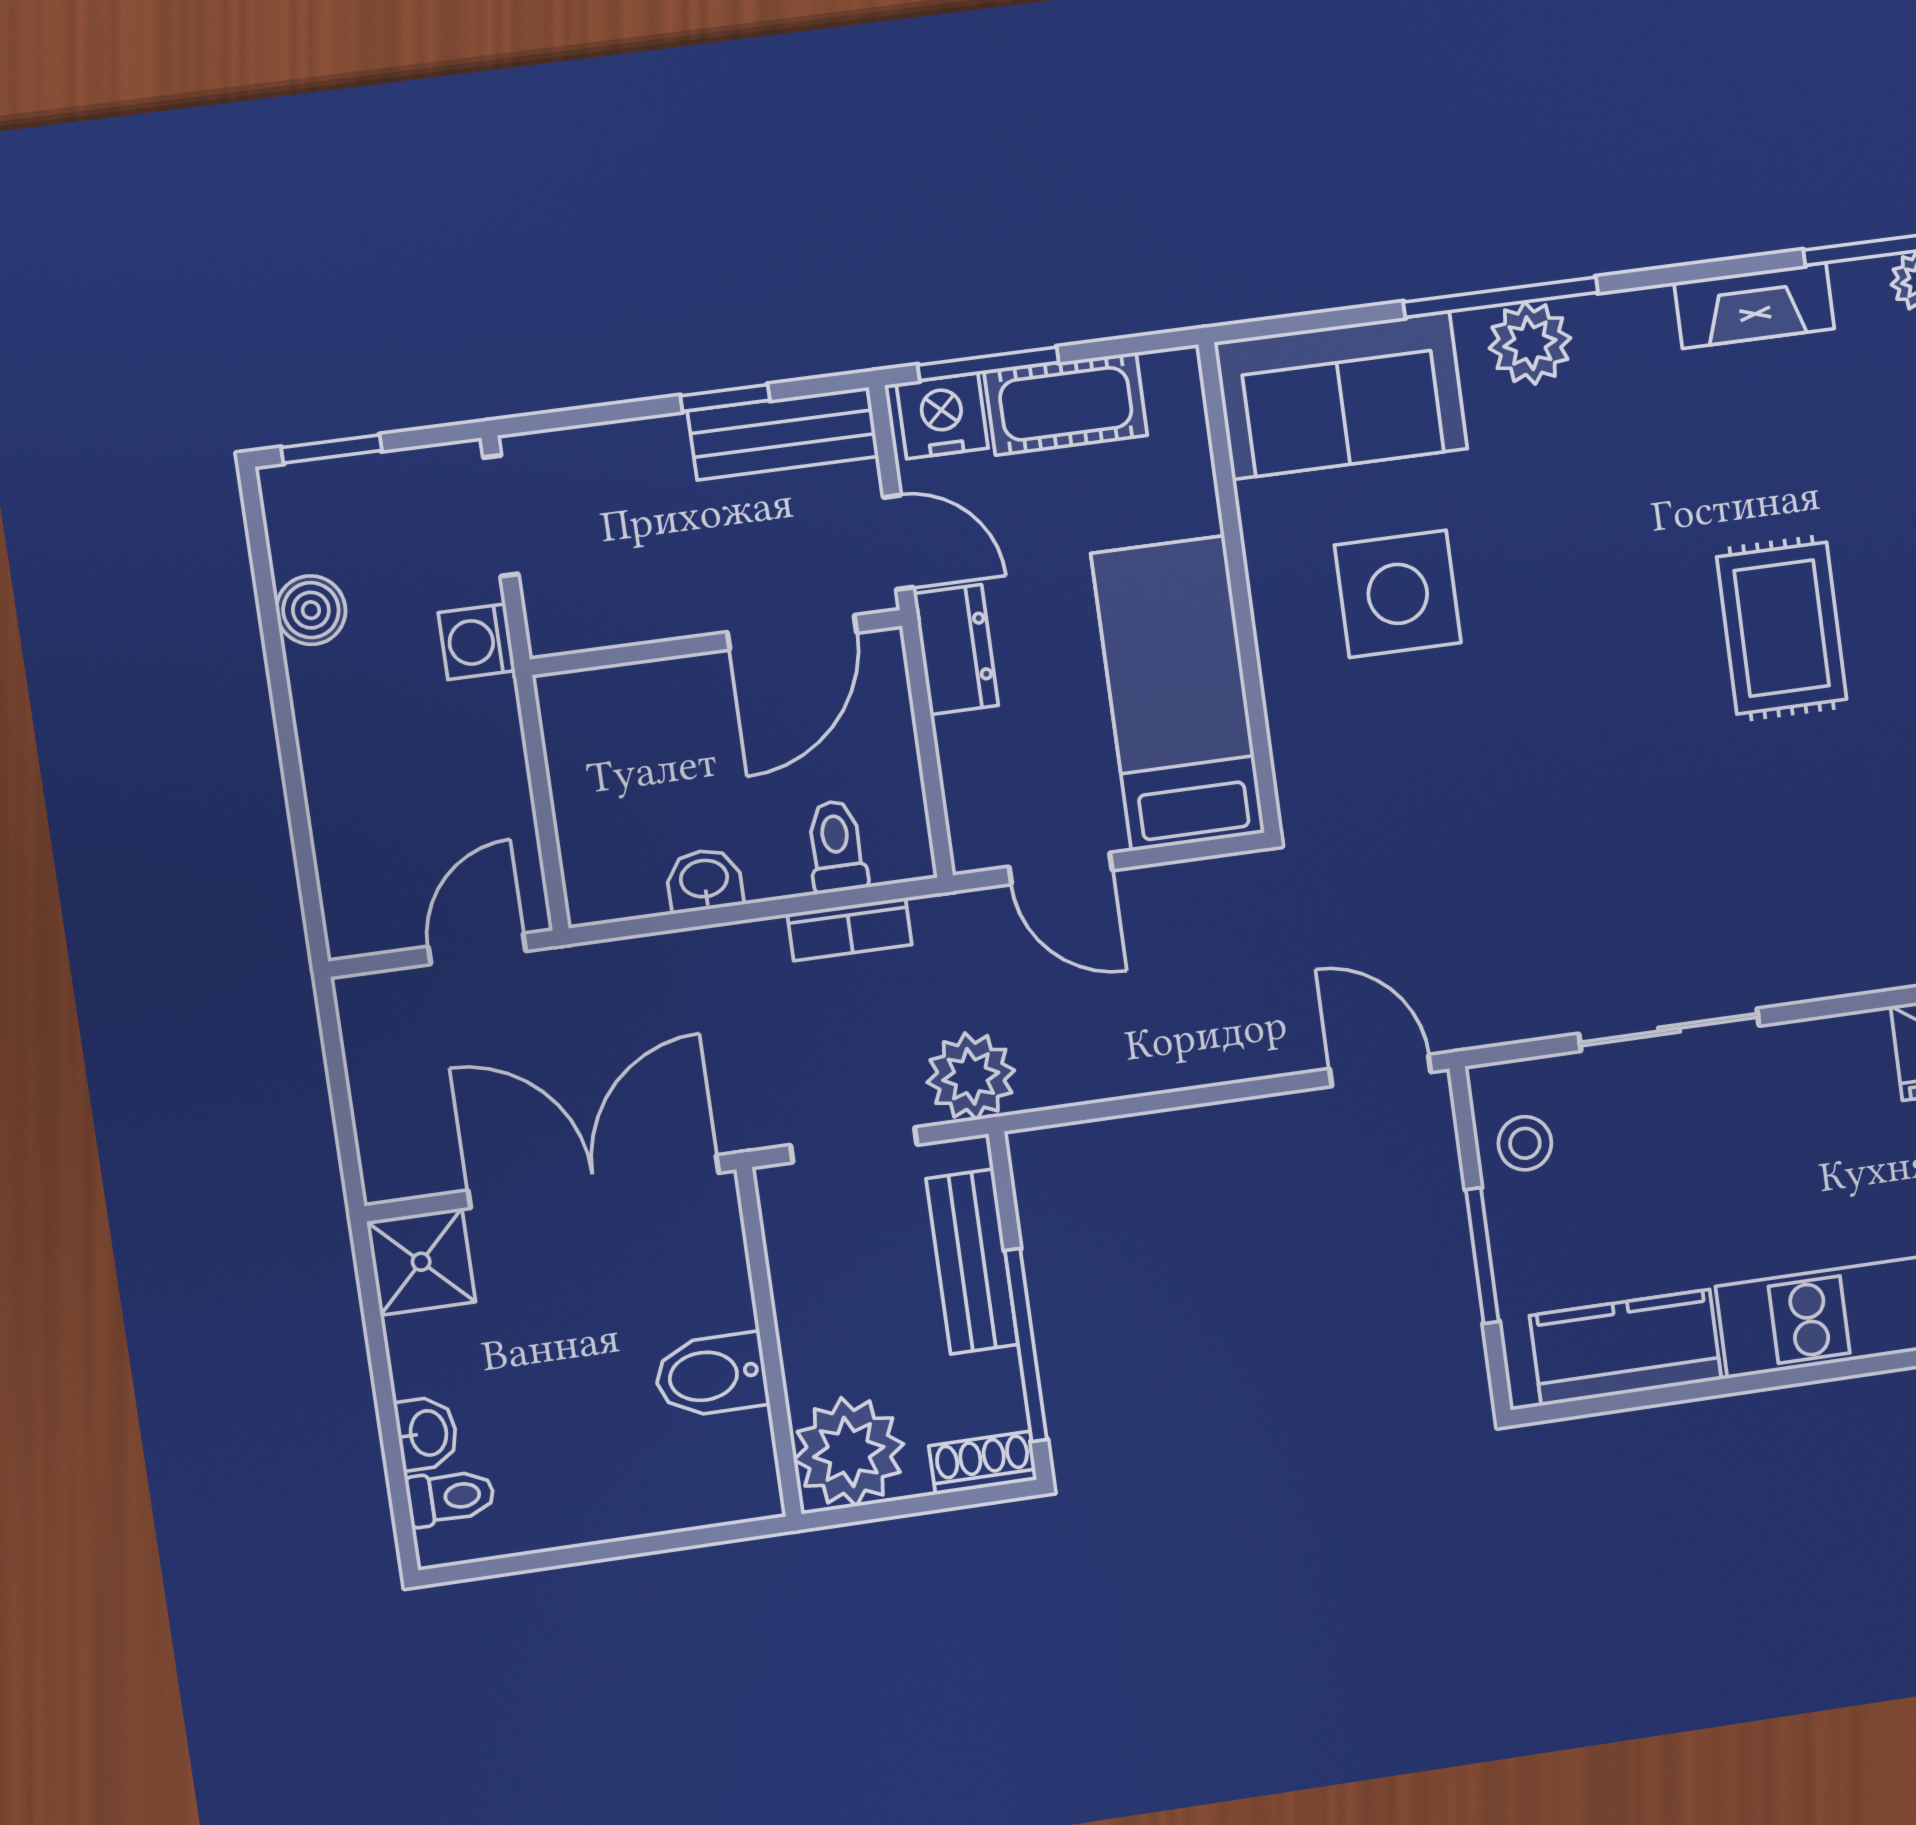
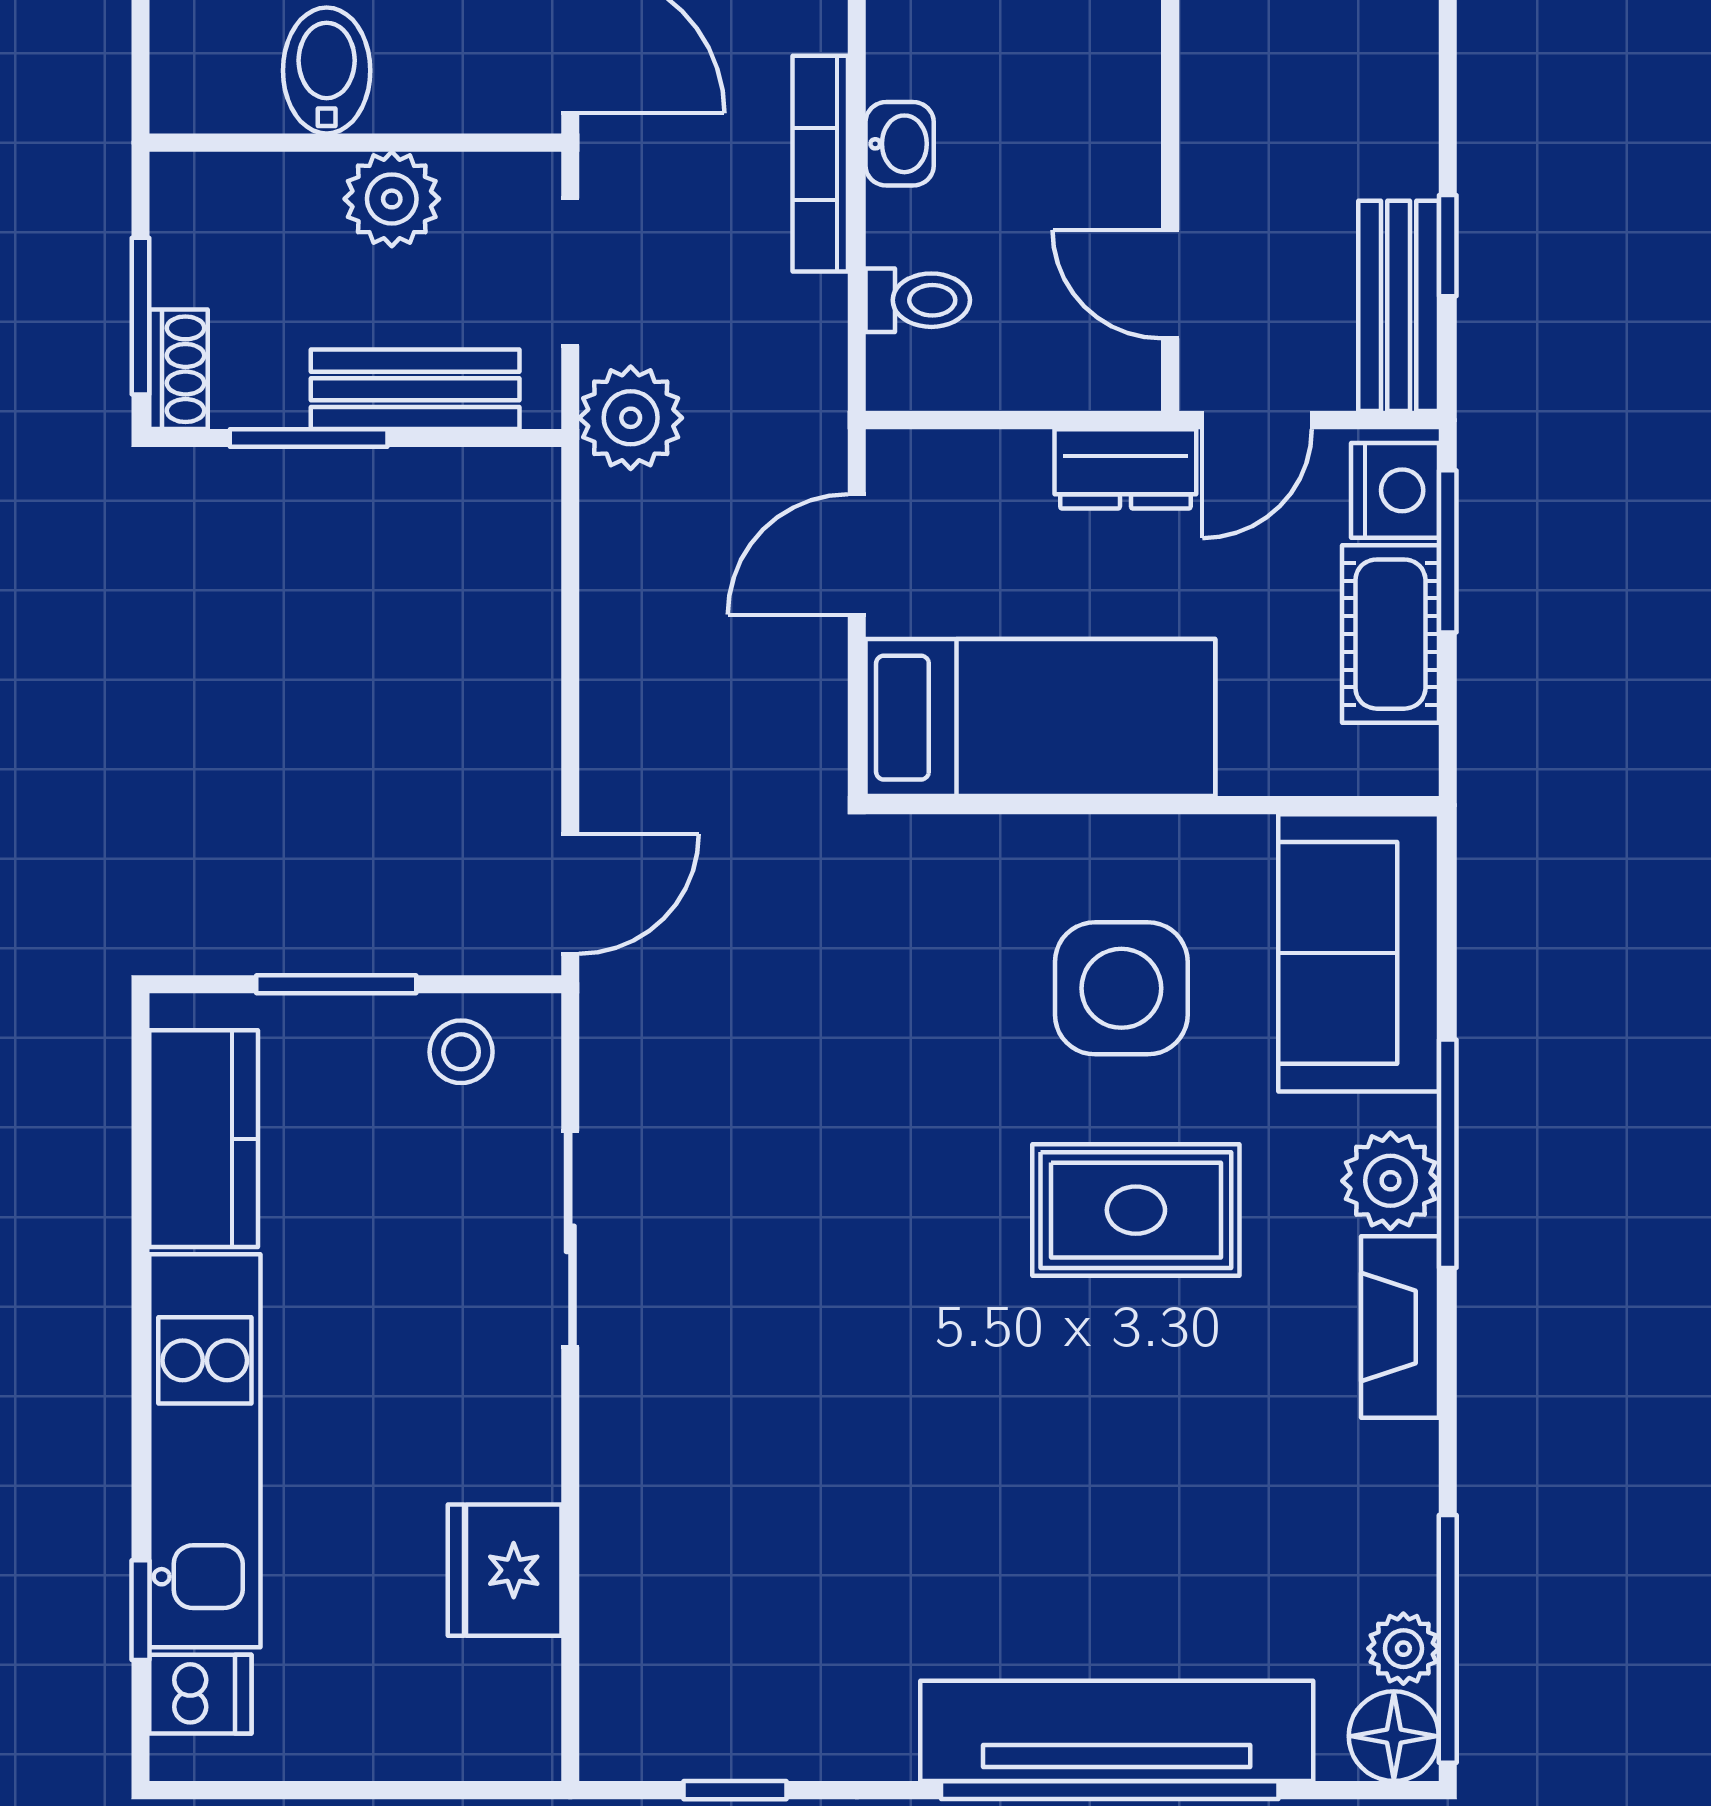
fireplace: (1754, 306) -> (1400, 1327), moved
rug: (1782, 628) -> (1136, 1210), moved
door: (792, 632) -> (1170, 284), width x0.73
bookcase: (850, 929) -> (820, 164), moved, width x1.56
window: (1026, 1345) -> (309, 438), width x0.69
plant: (849, 1452) -> (392, 199), moved, width x0.73, depth x0.73
window: (942, 1501) -> (140, 316), added

